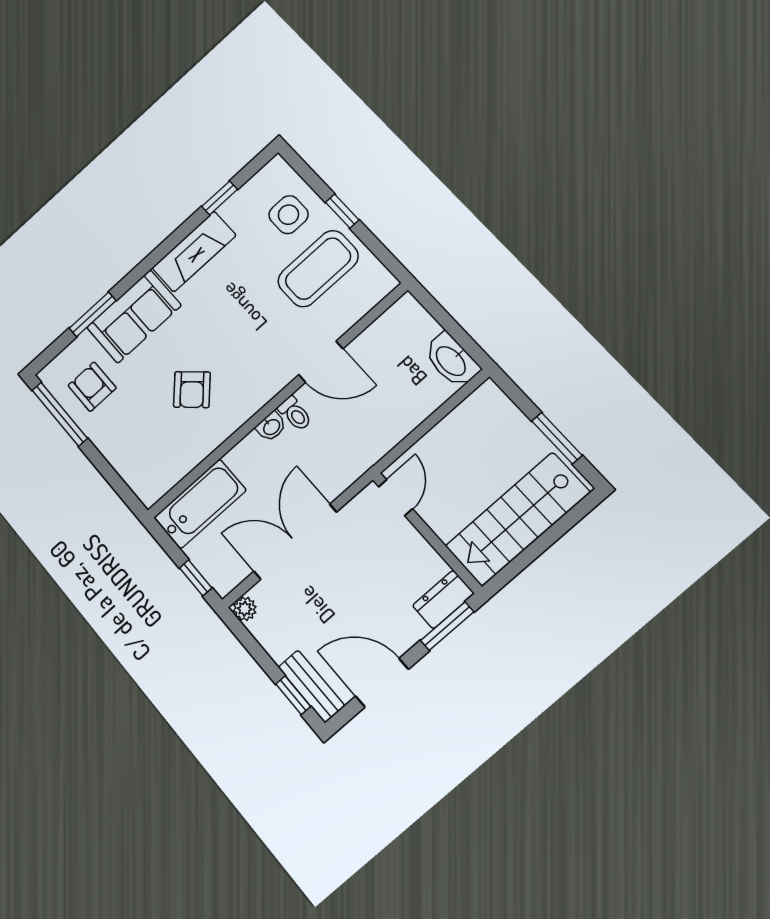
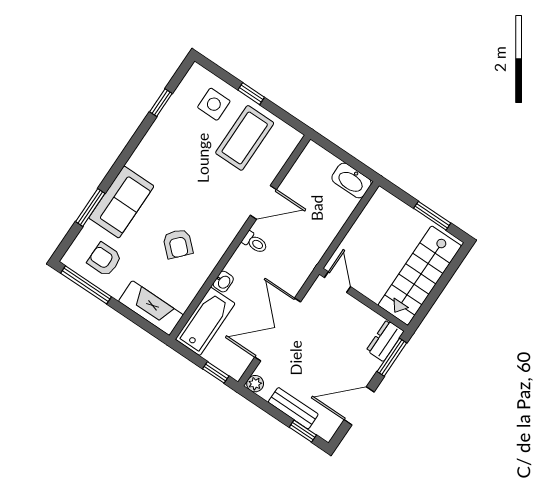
fireplace: (194, 252) -> (151, 308), moved, turned -90
washbasin: (271, 427) -> (223, 282), moved
bench: (311, 686) -> (293, 408), moved

